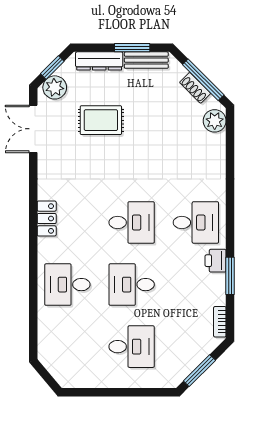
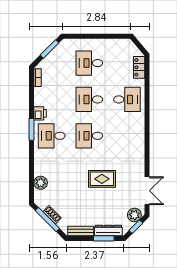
window: (132, 48) -> (104, 238), moved
rug: (101, 120) -> (102, 179), moved
plant: (215, 121) -> (41, 183), moved
locker: (47, 219) -> (139, 67), moved
window: (230, 276) -> (32, 129), moved
desk: (132, 285) -> (89, 99), turned 180

